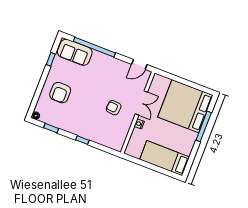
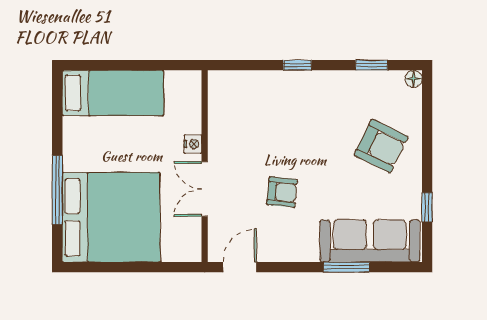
window: (94, 47) -> (347, 267), width x0.47
sofa: (75, 52) -> (370, 241), width x1.36
armchair: (60, 93) -> (381, 146), turned 116
armchair: (114, 108) -> (282, 192), moved

